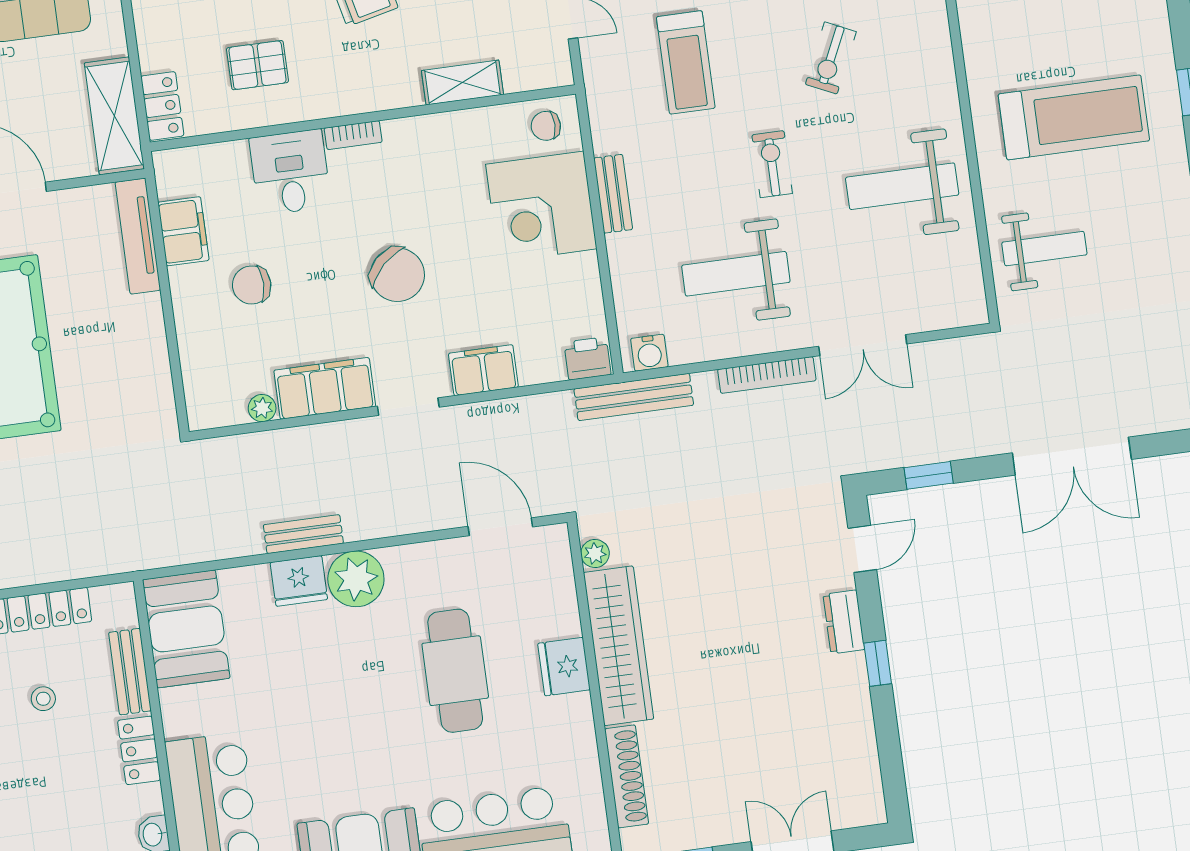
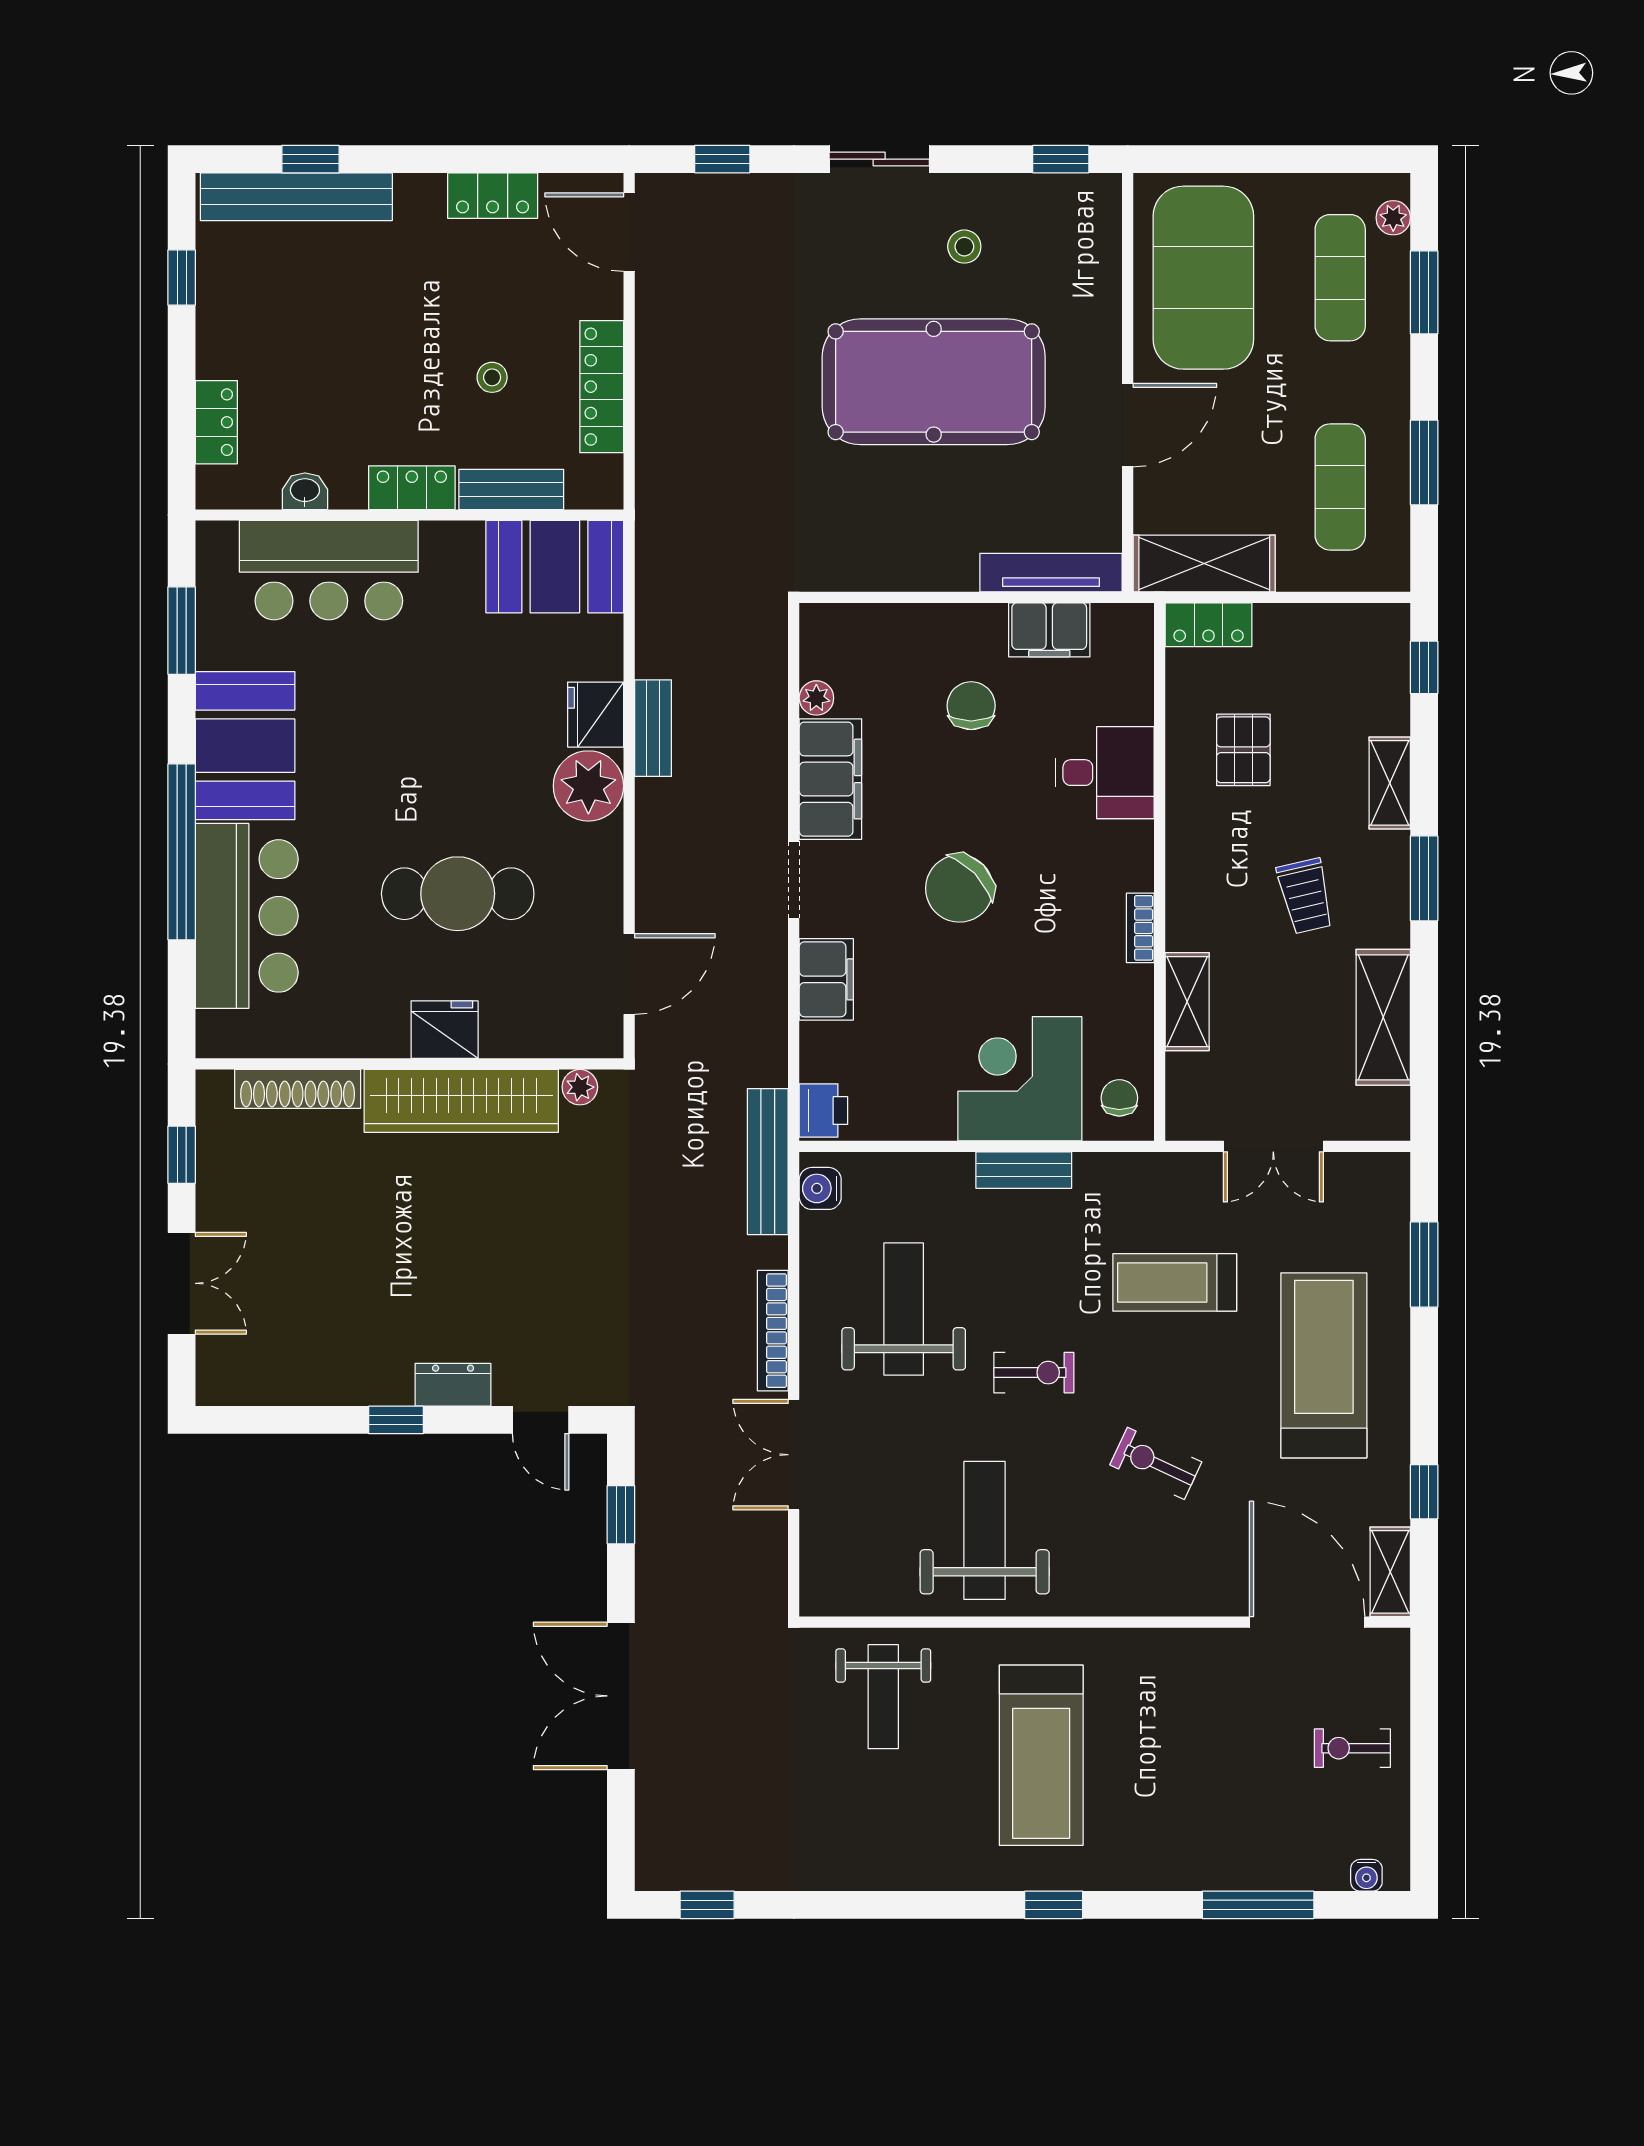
bookcase: (353, 135) -> (1140, 928), moved

